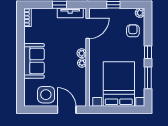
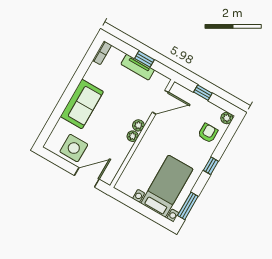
tv unit: (70, 13) -> (138, 67), moved
window: (148, 78) -> (188, 206), moved
bed with nightstands: (119, 84) -> (167, 186), width x0.73
door: (67, 110) -> (87, 177), hinge flipped

